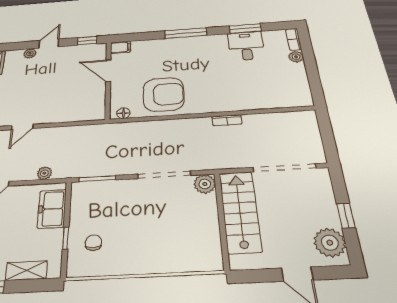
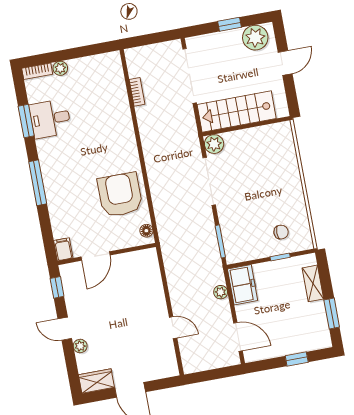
bookcase: (227, 120) -> (137, 92), moved
freezer: (52, 209) -> (243, 285), moved, turned -90
chair: (93, 243) -> (281, 232), turned 180

